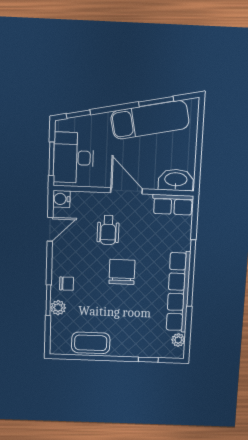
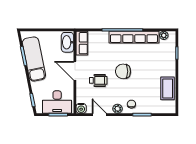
door: (126, 191) -> (75, 71), hinge flipped
plant: (58, 308) -> (118, 109), moved

